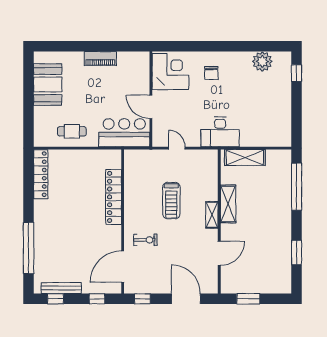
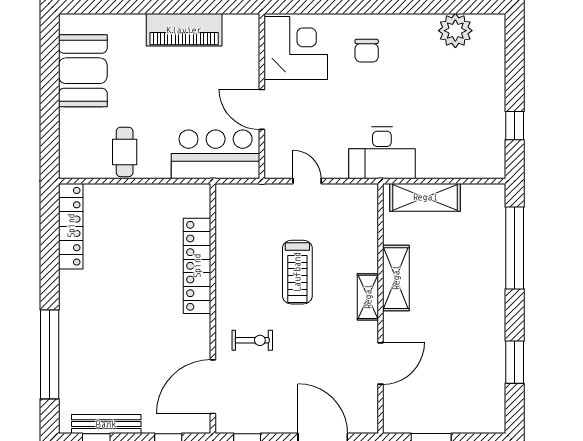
piano: (100, 59) -> (184, 30), width x1.37, depth x1.33
window: (297, 73) -> (515, 126), moved
cafe table: (72, 131) -> (125, 152), turned 90

